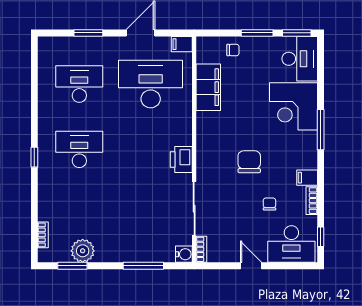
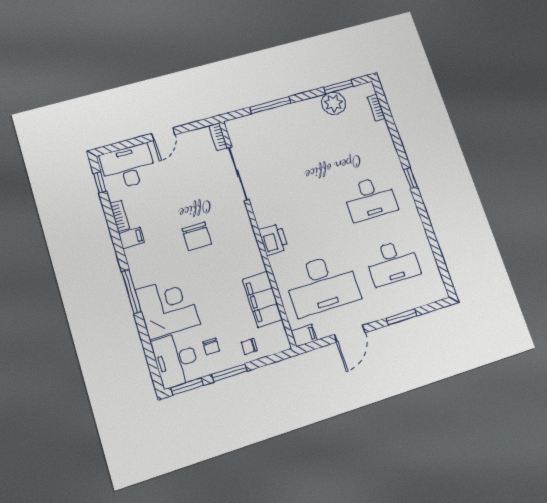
printer: (181, 160) -> (273, 239), moved
chair: (269, 204) -> (211, 346), moved
water cooler: (184, 254) -> (234, 127), removed
door: (251, 266) -> (163, 134), hinge flipped

